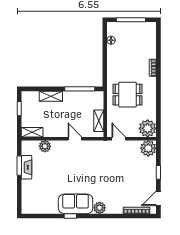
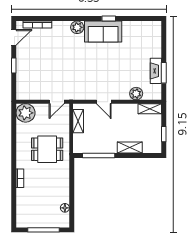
door: (119, 139) -> (57, 102), hinge flipped
plant: (148, 148) -> (25, 91), removed

